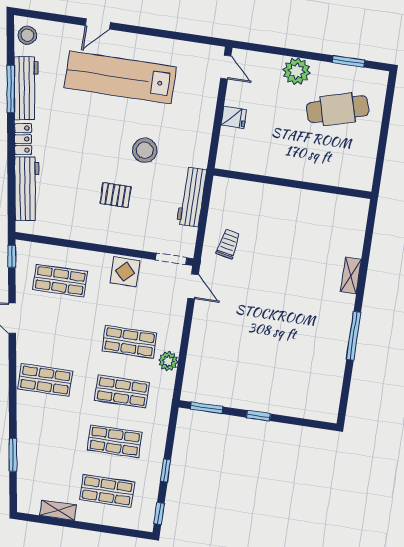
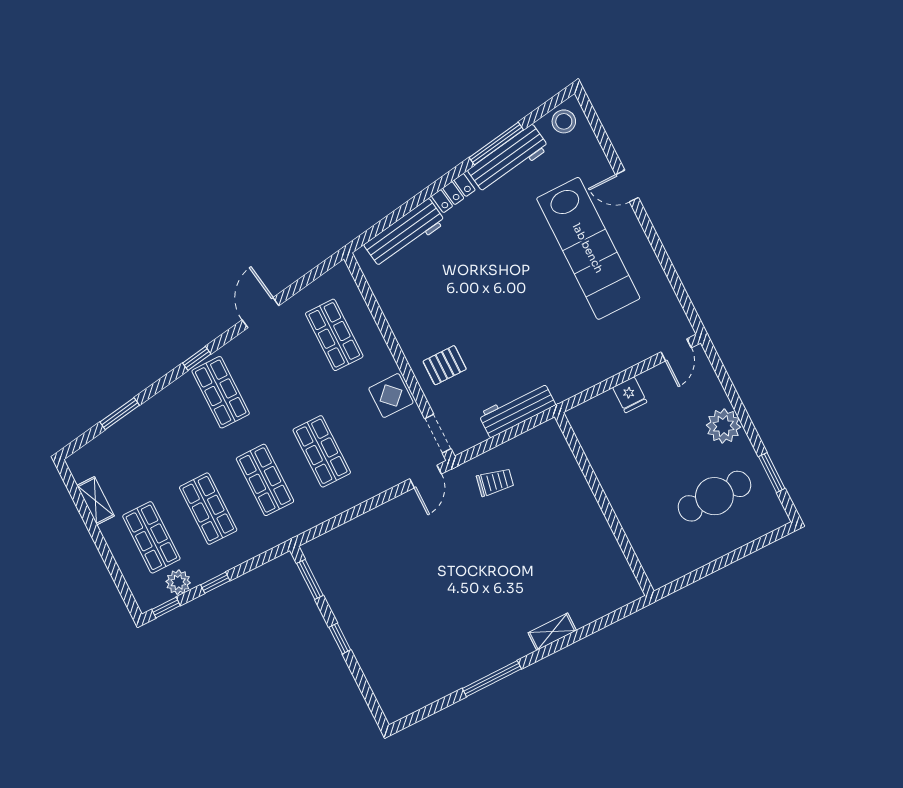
lab bench: (120, 77) -> (588, 248), turned 180
cafe table: (338, 109) -> (714, 496), turned -74
stool: (145, 150) -> (531, 327), removed
pallet: (115, 195) -> (445, 365), moved, turned 90
window: (12, 256) -> (197, 358), moved
plant: (168, 361) -> (178, 582), moved

